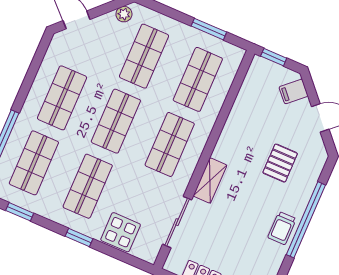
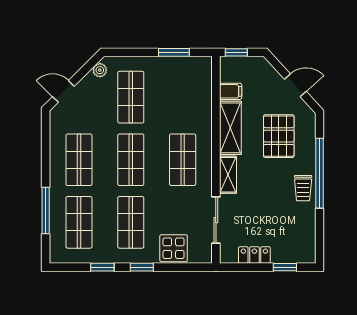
shop shelf: (198, 79) -> (183, 97), removed
filing cabinet: (294, 91) -> (231, 91), moved, turned -138
shelving: (234, 133) -> (230, 128), added
pallet: (280, 163) -> (279, 136), width x1.50, depth x1.42
window: (20, 212) -> (102, 267), moved

